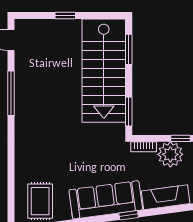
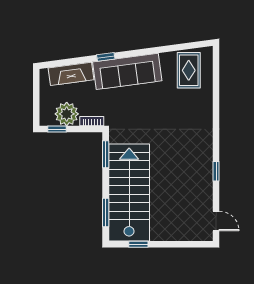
window: (65, 16) -> (138, 244), moved
window: (11, 93) -> (216, 171), width x0.46

